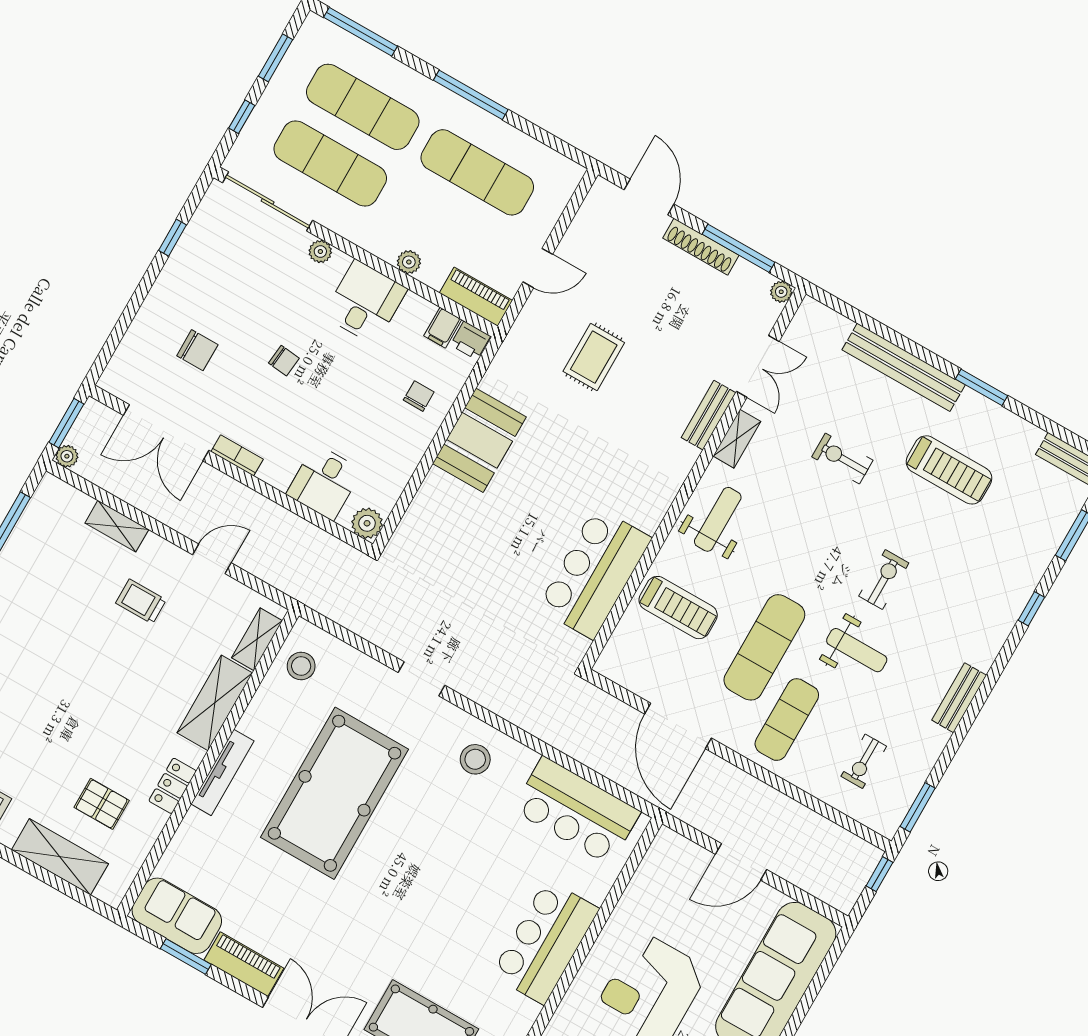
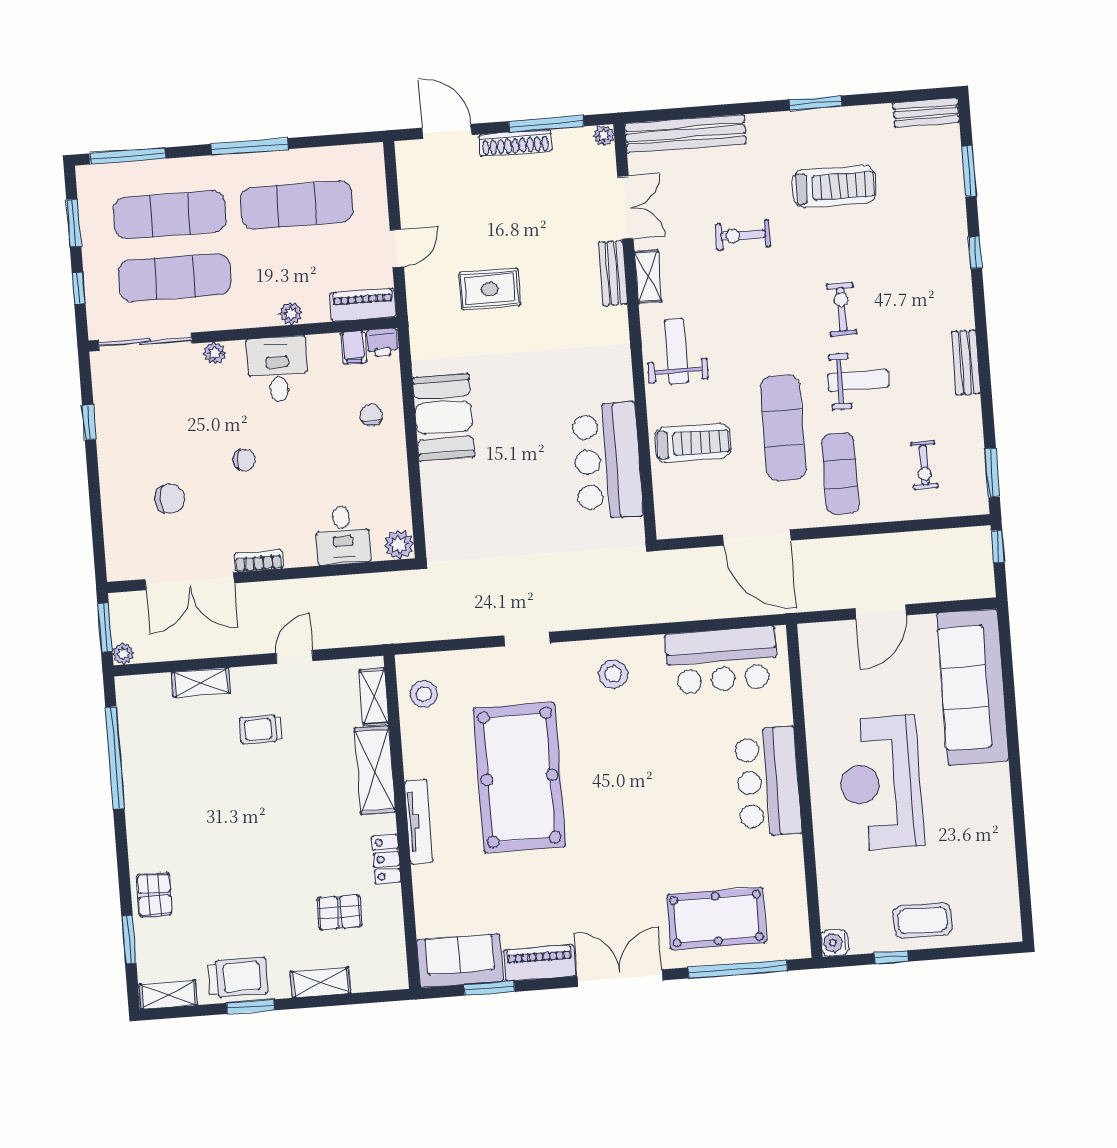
rug: (594, 357) -> (490, 289), turned 90
bench: (904, 367) -> (685, 134), moved
shelving: (60, 857) -> (321, 982), width x0.67, depth x0.75

